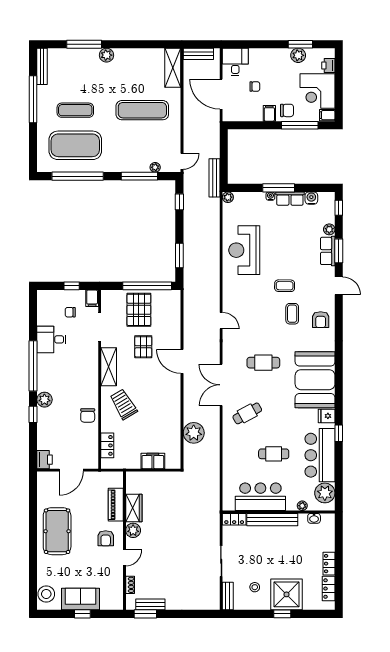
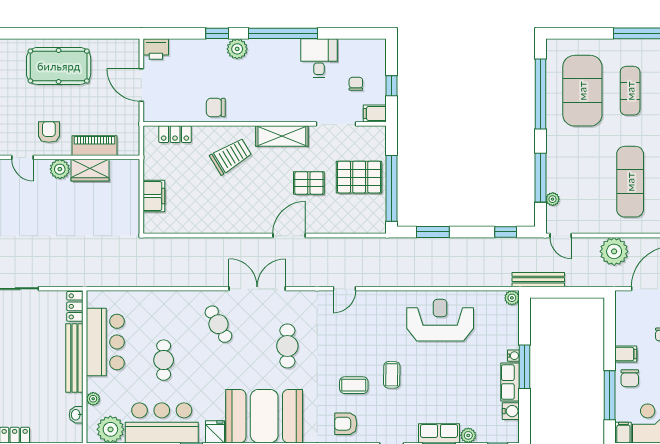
plant: (194, 433) -> (614, 251), moved
armchair: (106, 538) -> (49, 132), turned 90

